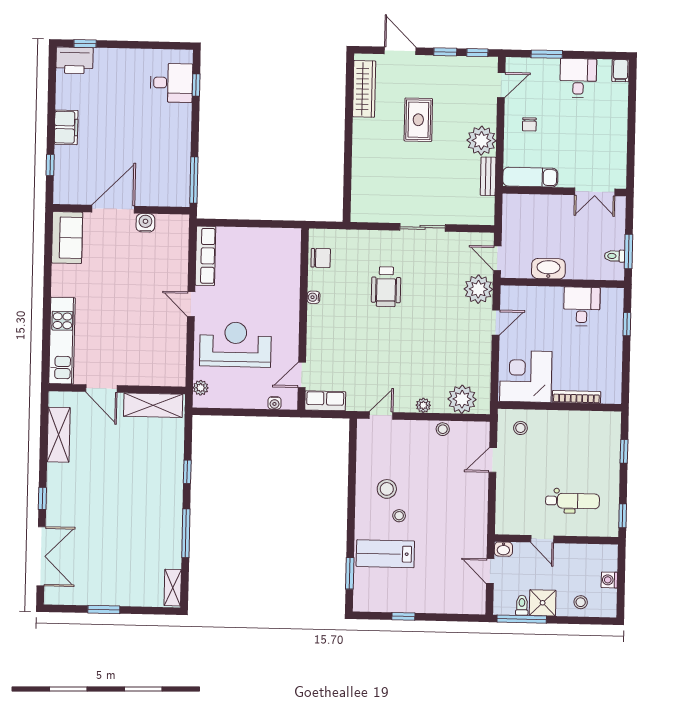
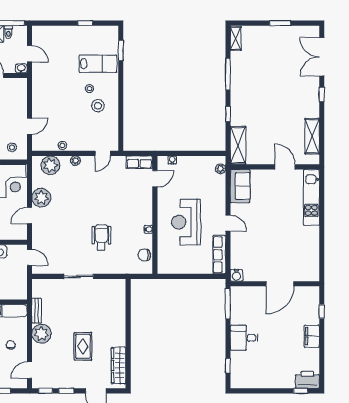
desk: (171, 83) -> (244, 338), moved
water cooler: (145, 223) -> (236, 275), moved
sofa: (67, 238) -> (240, 186), moved, turned 180
plant: (478, 289) -> (41, 198), moved
reception desk: (235, 344) -> (186, 222), moved, turned 90
shelving: (153, 405) -> (238, 145), moved, turned 90

